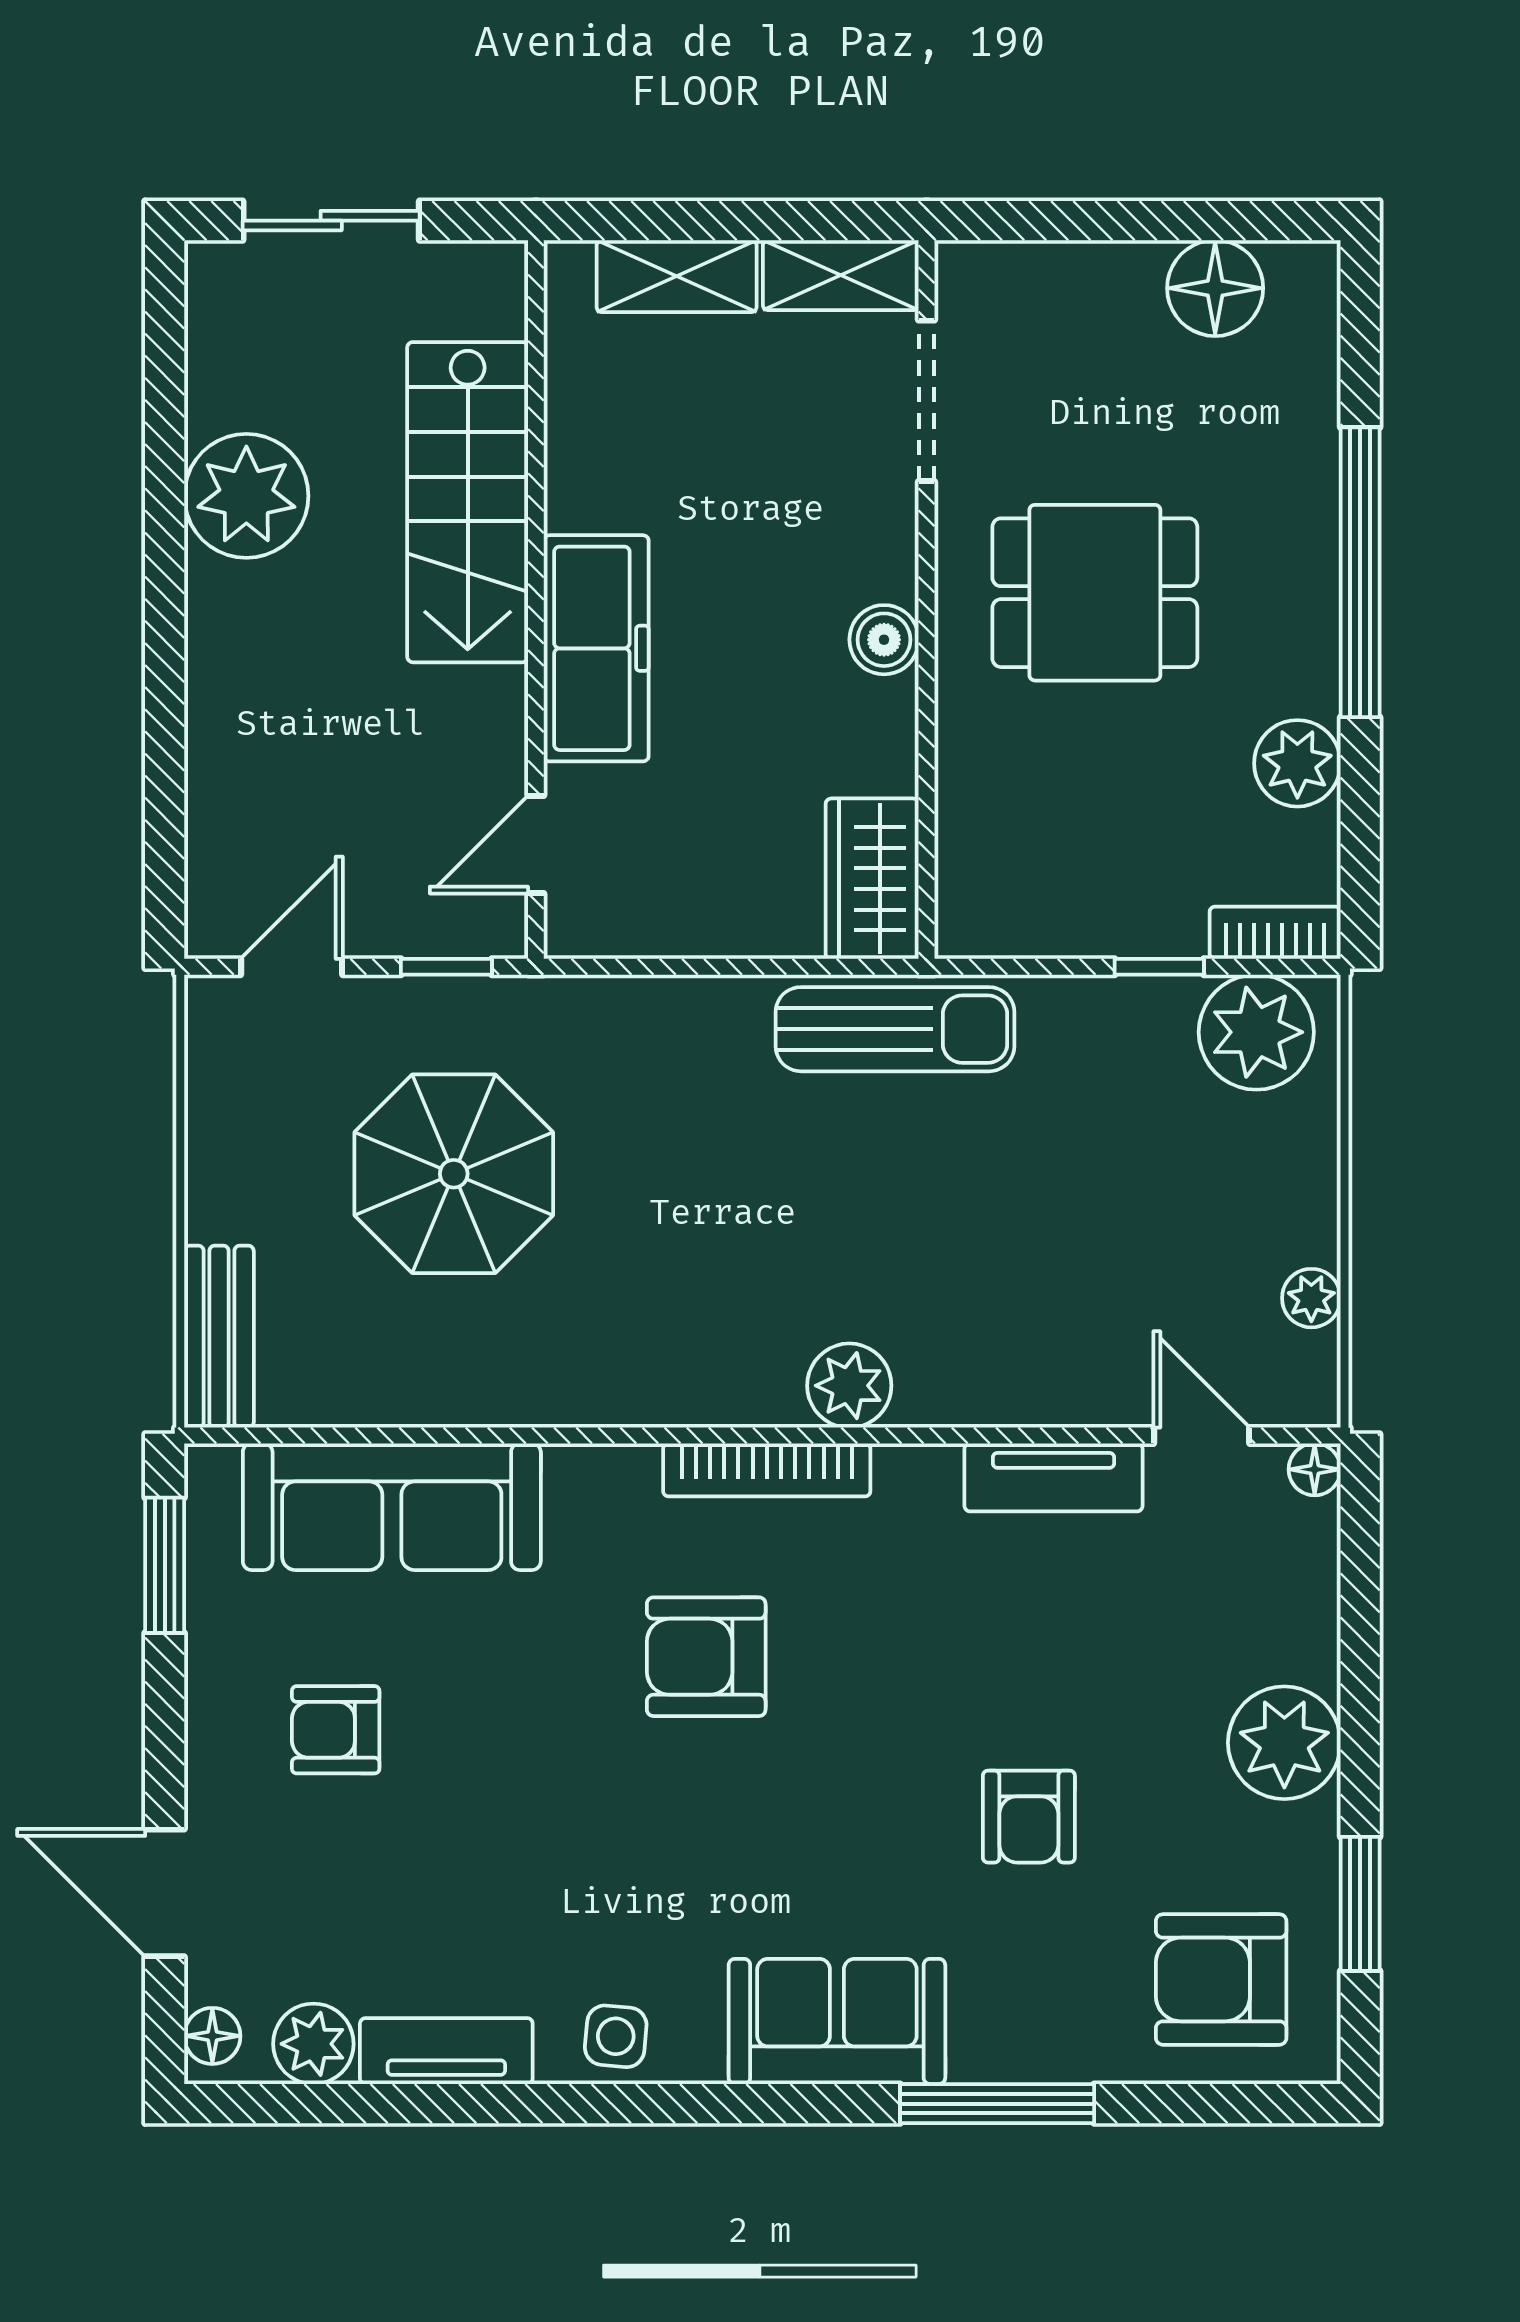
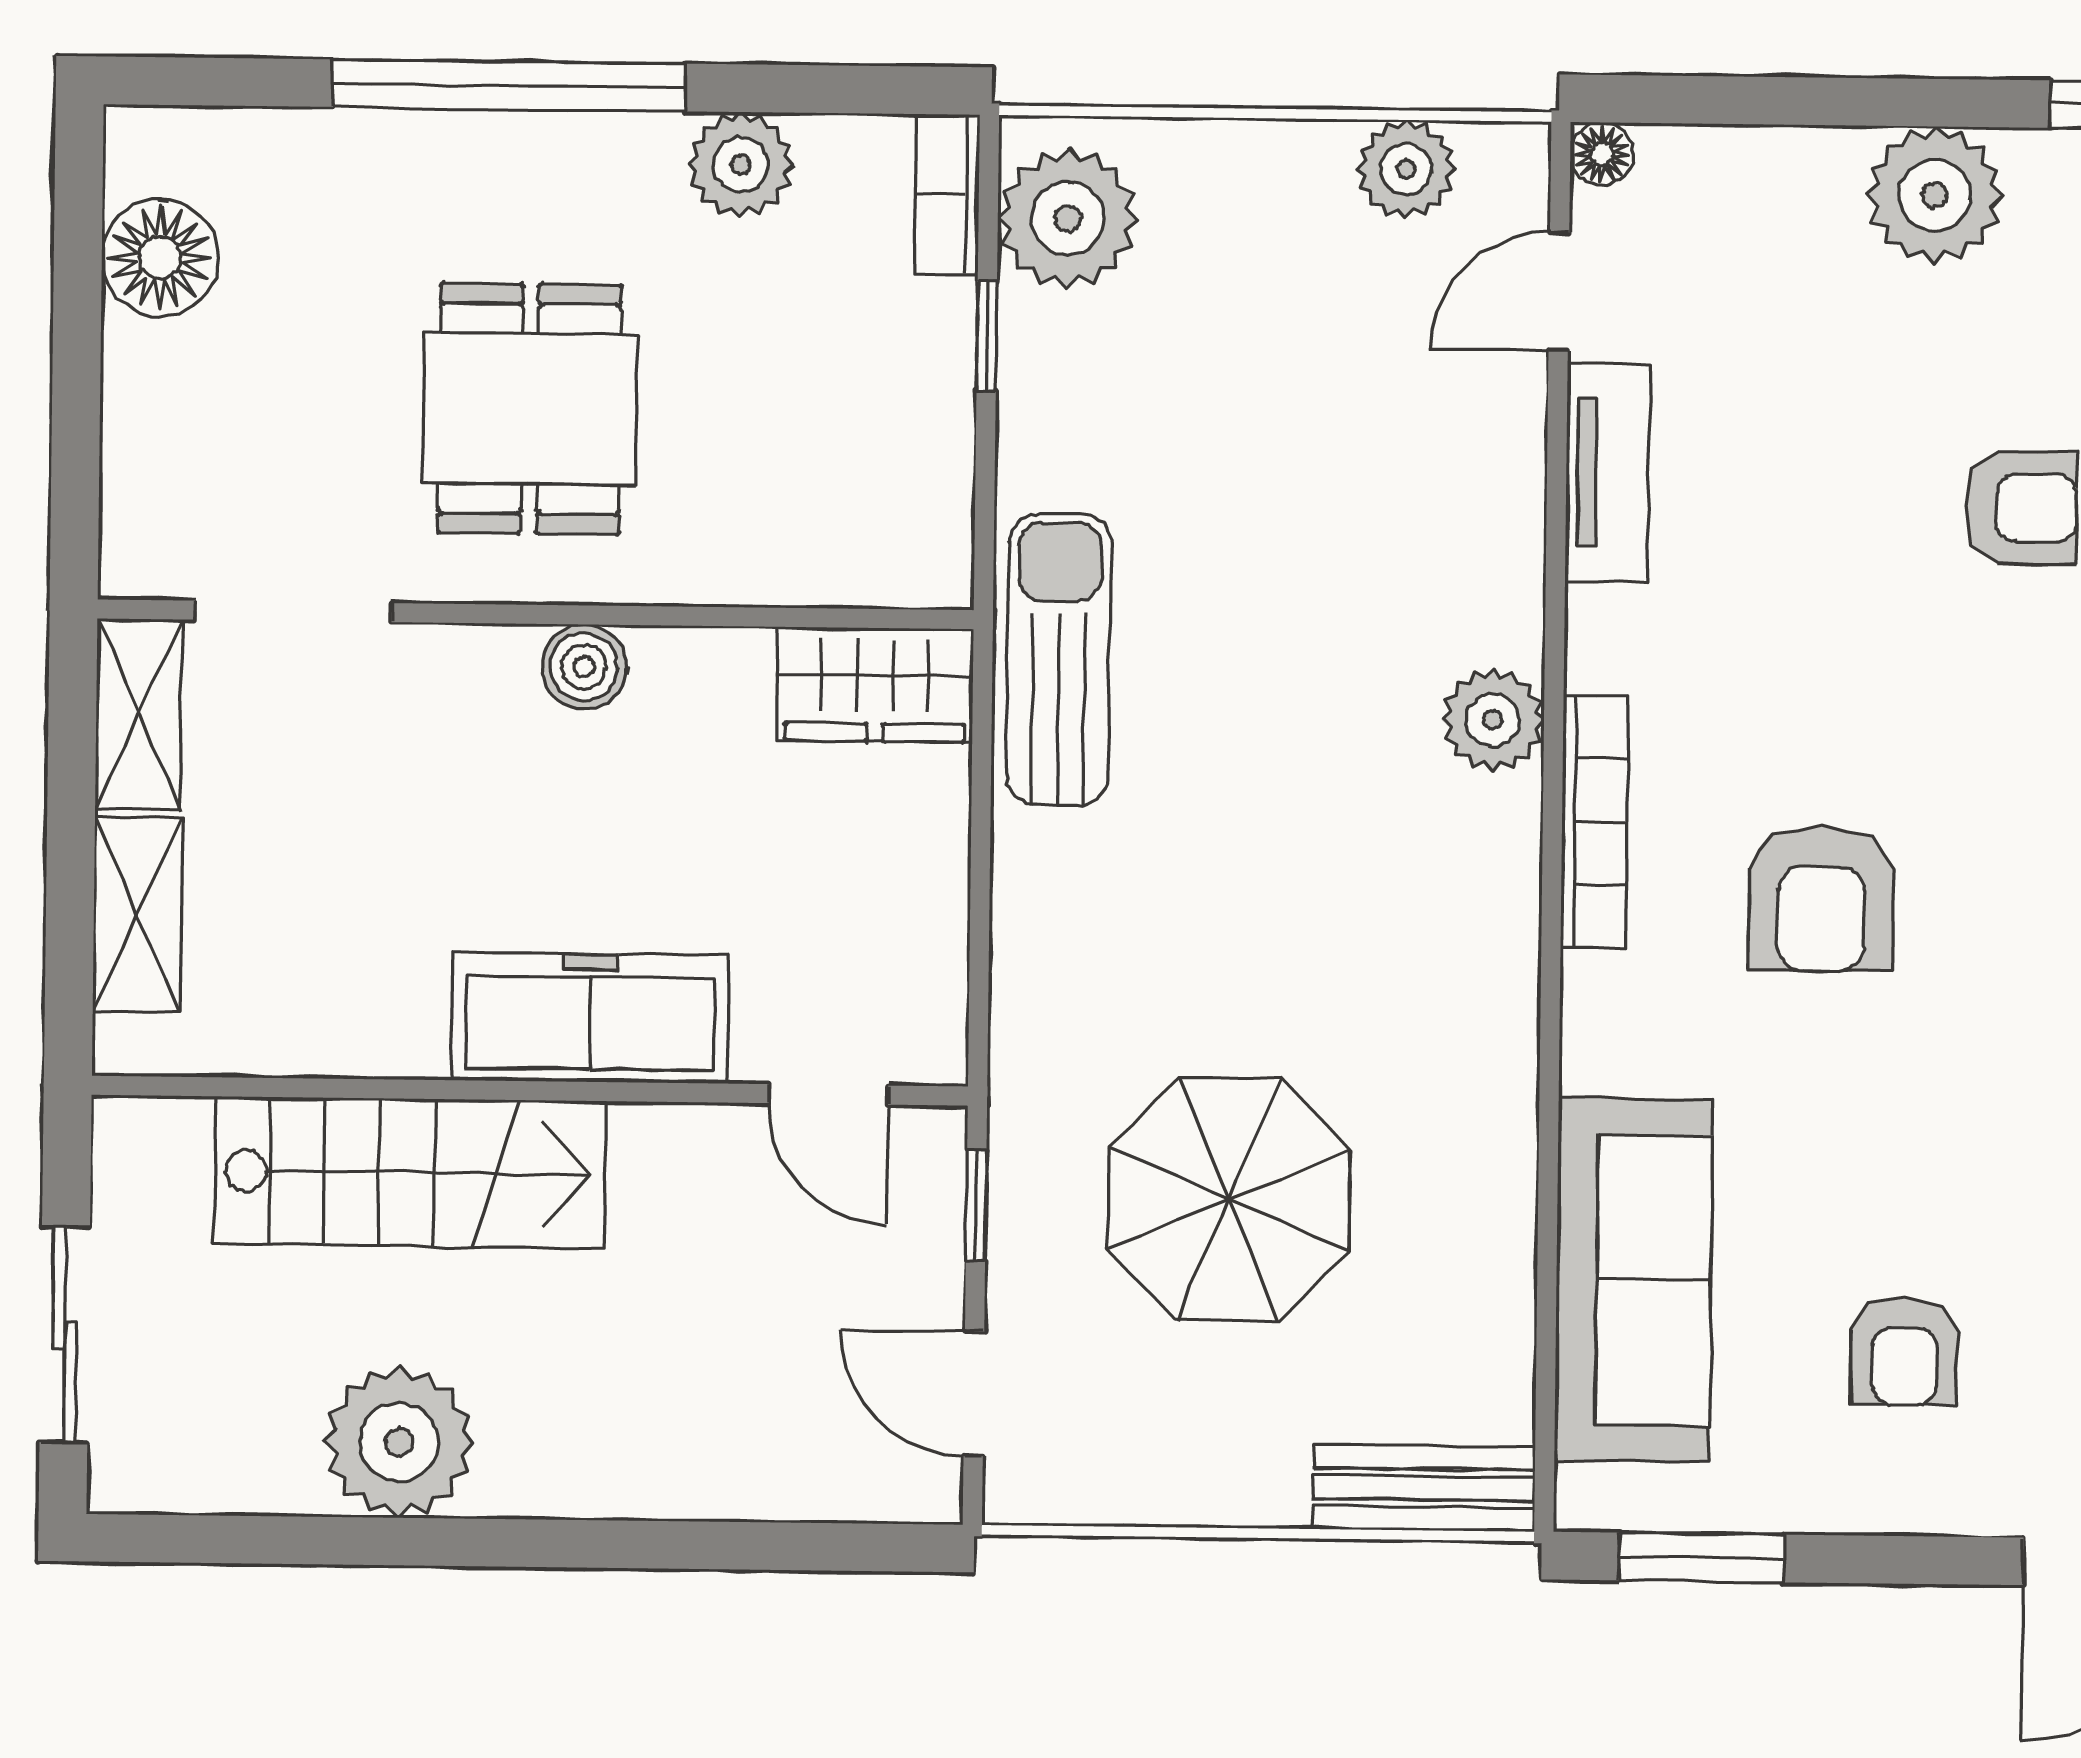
plant: (1311, 1298) -> (1406, 169), width x1.38, depth x1.38

